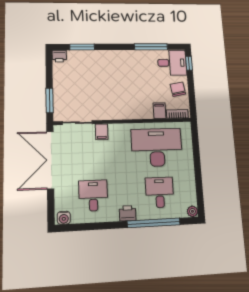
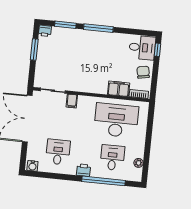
window: (151, 47) -> (98, 28), moved
window: (50, 100) -> (34, 49), moved
filing cabinet: (159, 111) -> (119, 89), width x2.00
plant: (192, 211) -> (139, 163), moved

